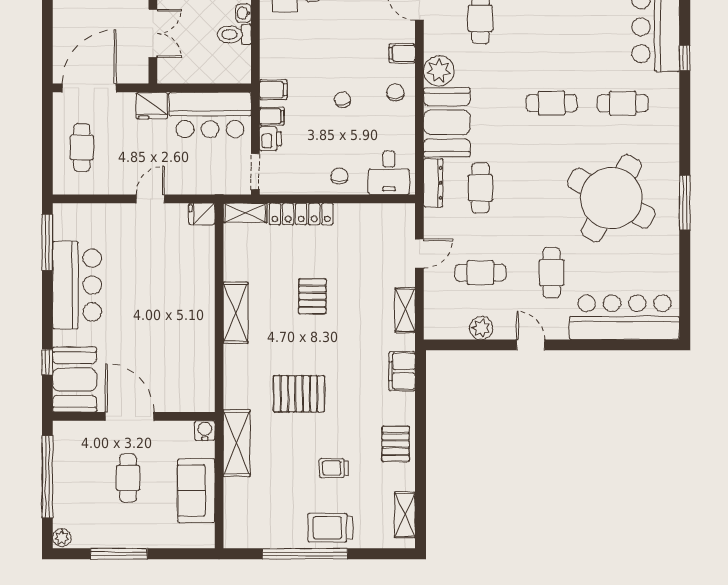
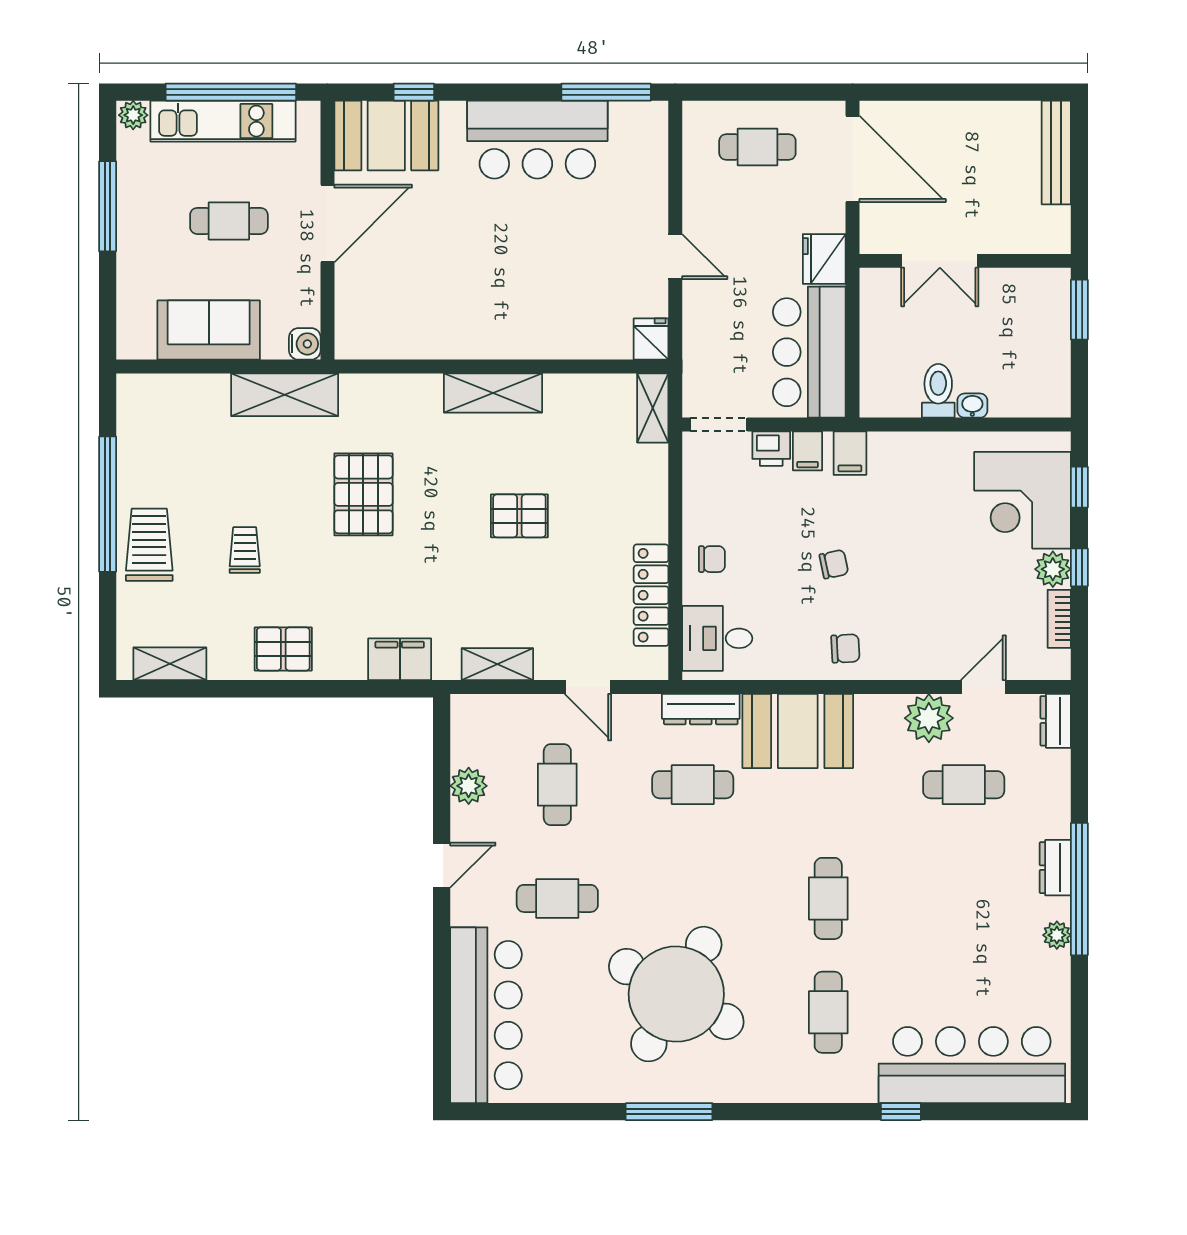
filing cabinet: (402, 53) -> (908, 659), removed
plant: (439, 71) -> (929, 718), moved
locker: (301, 214) -> (651, 595), moved
kitchen unit: (66, 482) -> (223, 121), added

